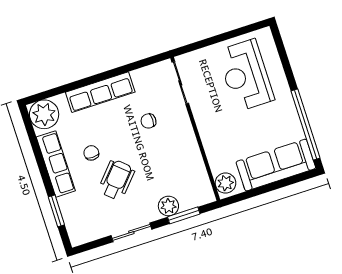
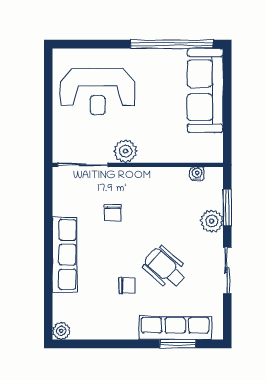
plant: (44, 114) -> (61, 331), width x0.53, depth x0.53
chair: (91, 153) -> (127, 286), turned 180
row of seats: (56, 164) -> (175, 328), moved
water cooler: (204, 181) -> (197, 174), added
plant: (225, 183) -> (125, 151), moved

